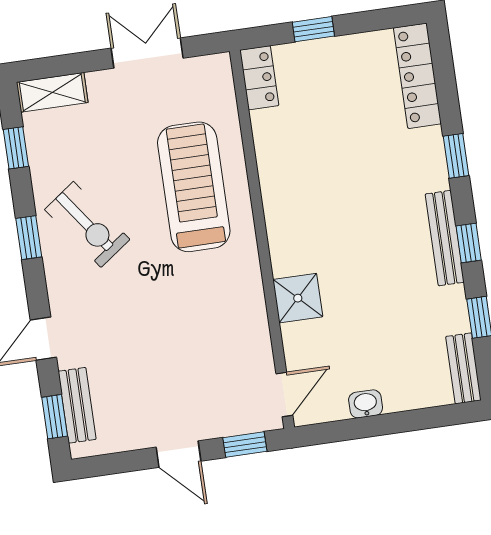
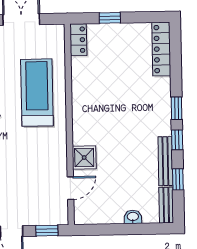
window: (456, 156) -> (176, 108), moved
bench: (445, 238) -> (165, 161), moved
door: (284, 395) -> (70, 188), moved
washbasin: (366, 404) -> (133, 217), moved

